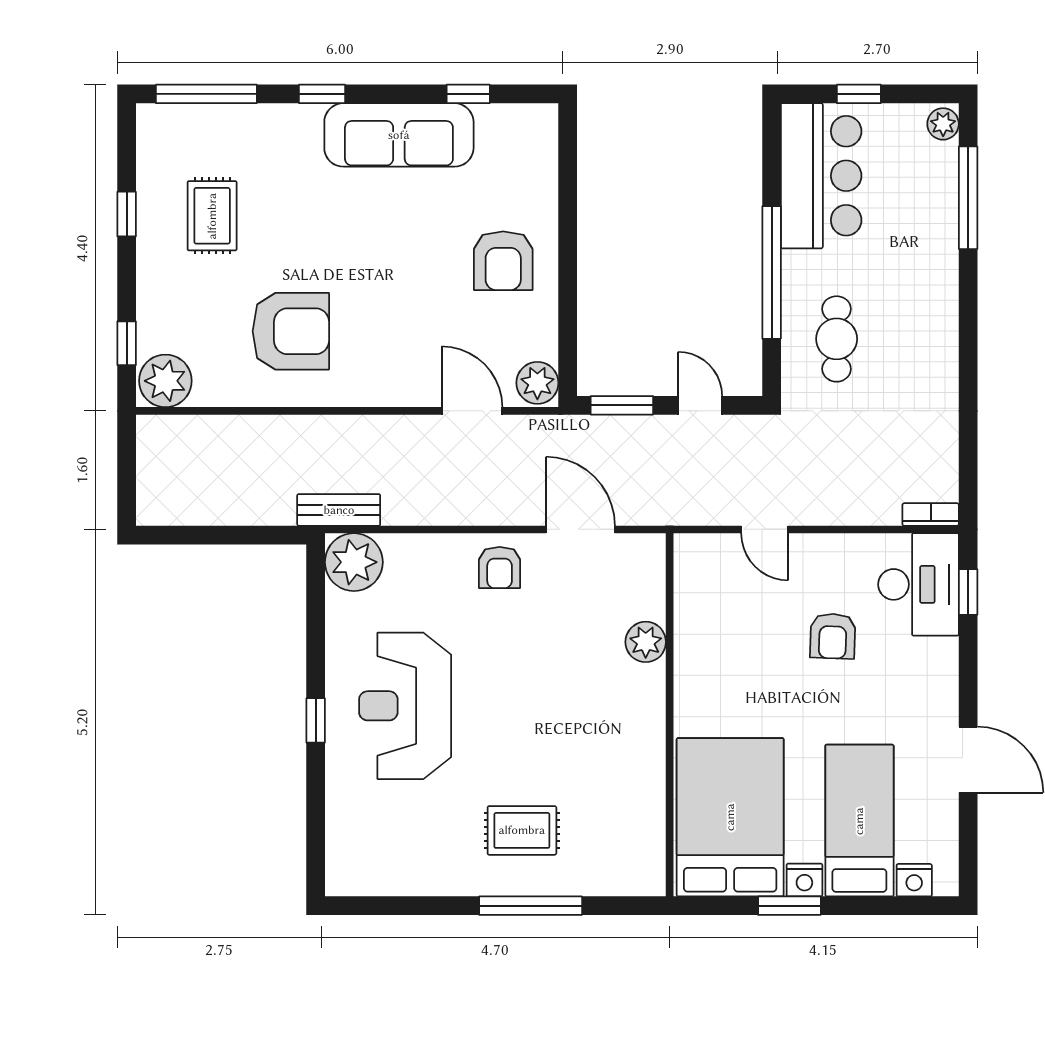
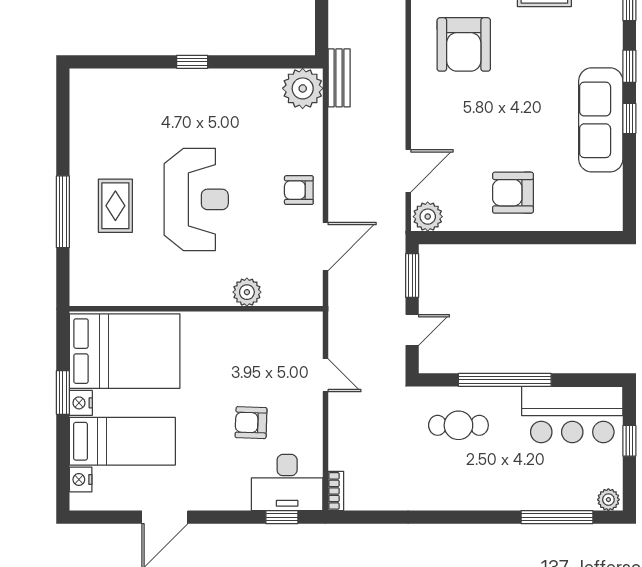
window: (468, 94) -> (629, 118), moved
door: (765, 529) -> (325, 375), swing flipped
reception desk: (405, 706) -> (196, 199), moved, turned 90

